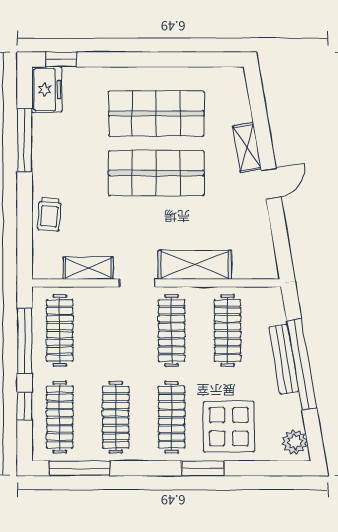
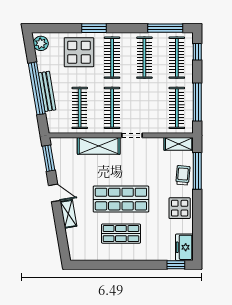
shop shelf: (156, 113) -> (121, 234), width x0.70, depth x0.74
window: (25, 140) -> (197, 171), moved
display table: (55, 157) -> (180, 208), added
door: (271, 184) -> (54, 193), swing flipped
window: (281, 244) -> (49, 158), added
shelving: (88, 268) -> (179, 144), moved
window: (25, 406) -> (197, 52), moved

